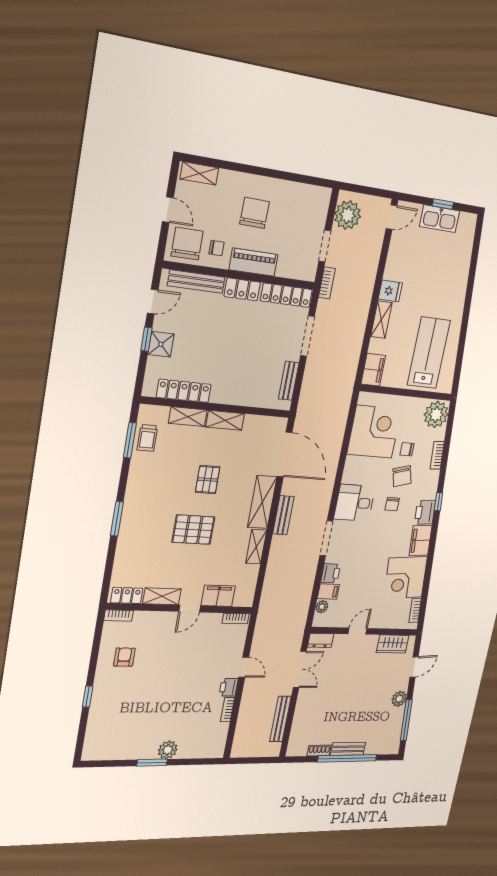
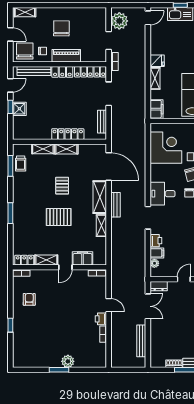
locker: (184, 391) -> (68, 134), moved

